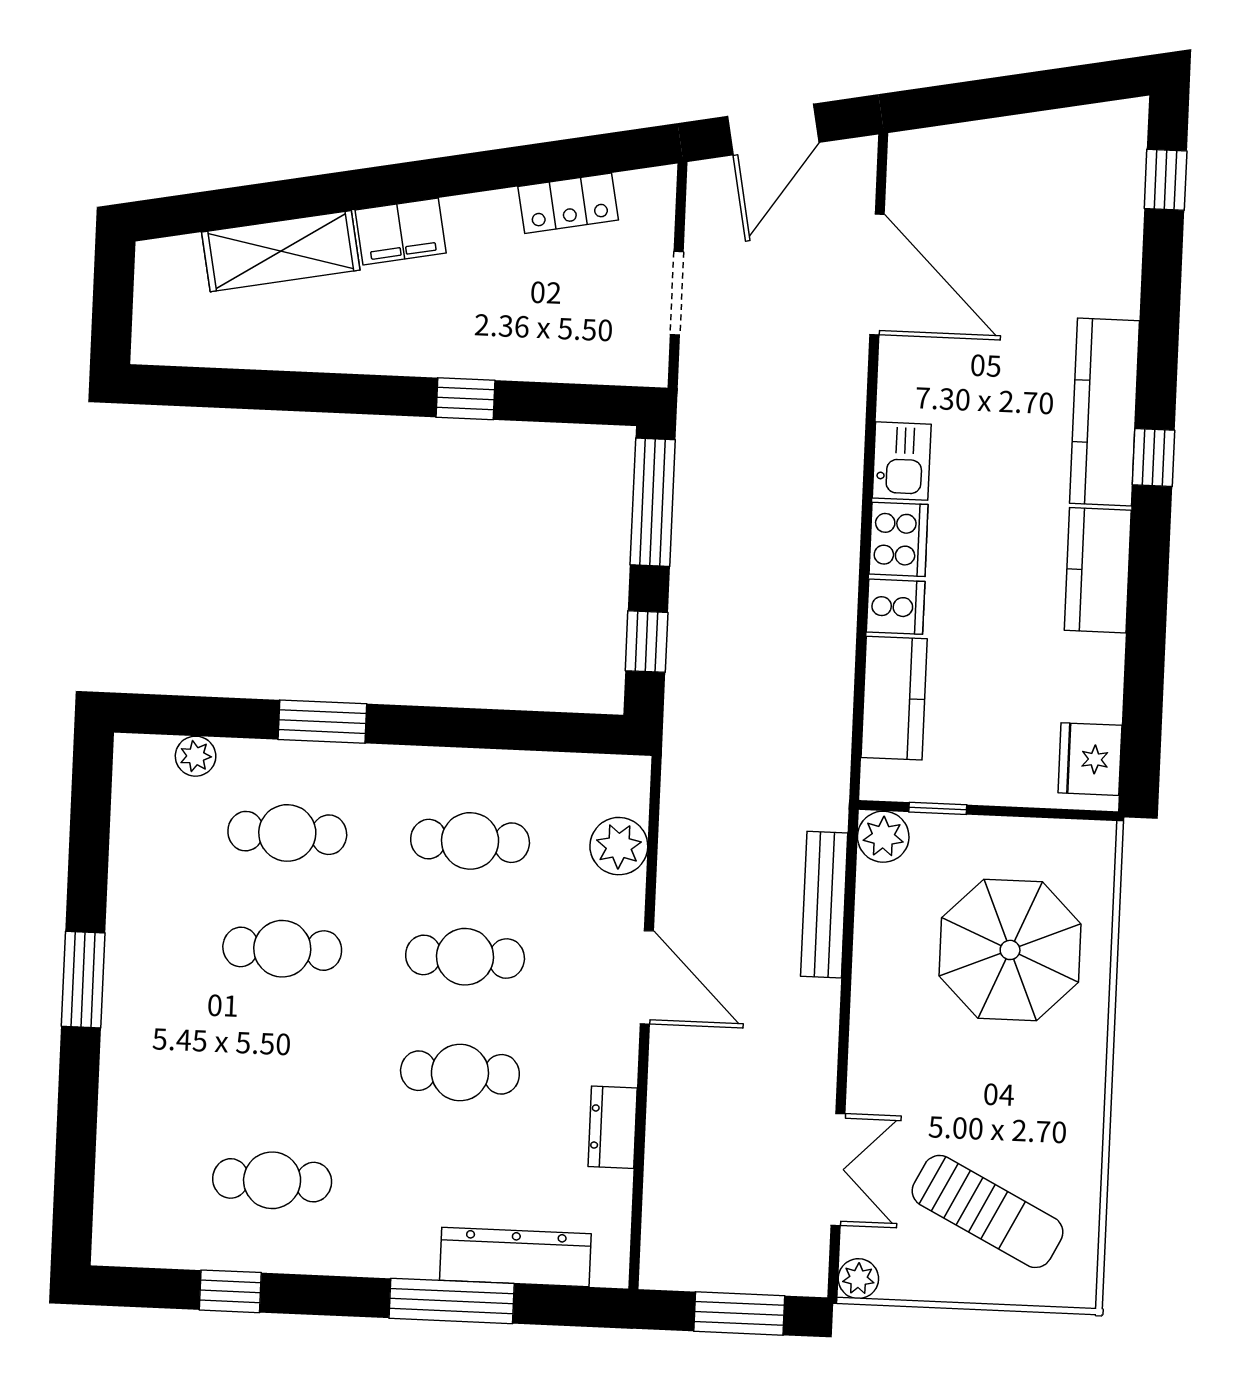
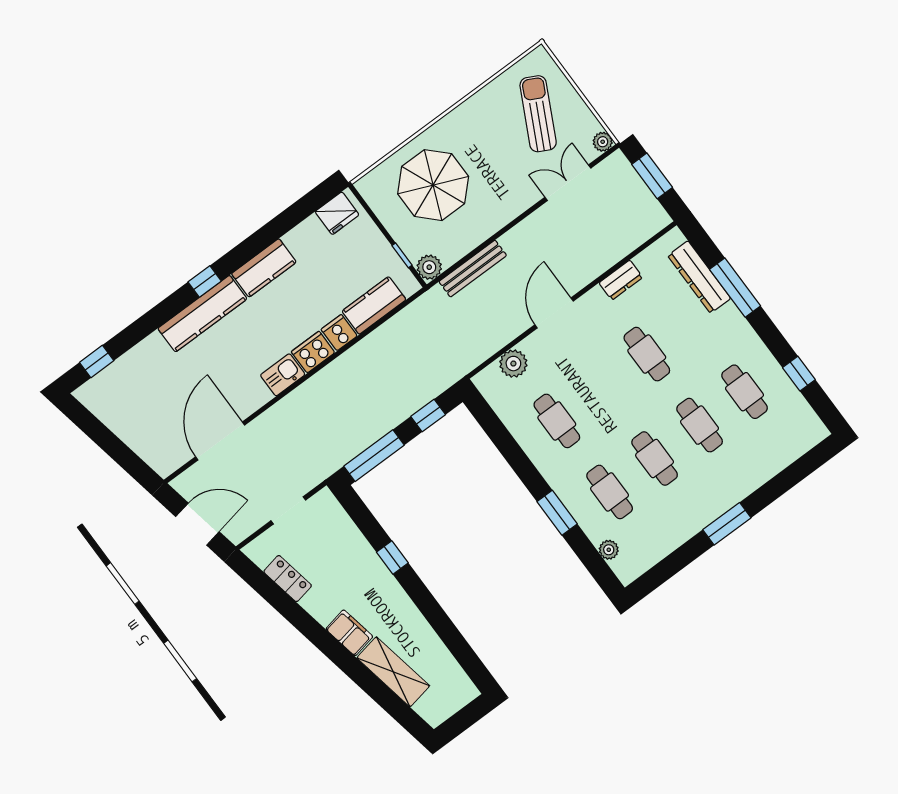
cafe table: (465, 957) -> (700, 425), moved

